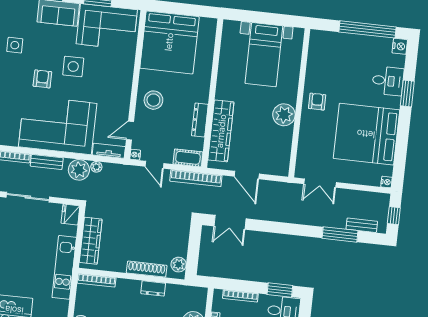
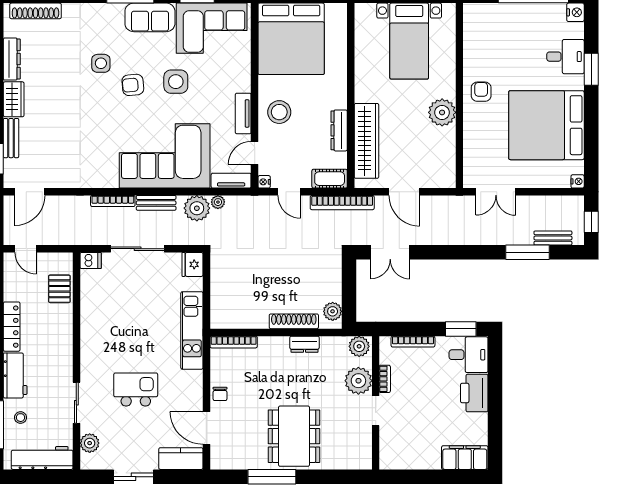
armchair: (42, 79) -> (133, 85), moved, turned -95
tv unit: (124, 98) -> (243, 113), added
wardrobe: (91, 241) -> (221, 294), removed
plant: (197, 295) -> (359, 346), added

